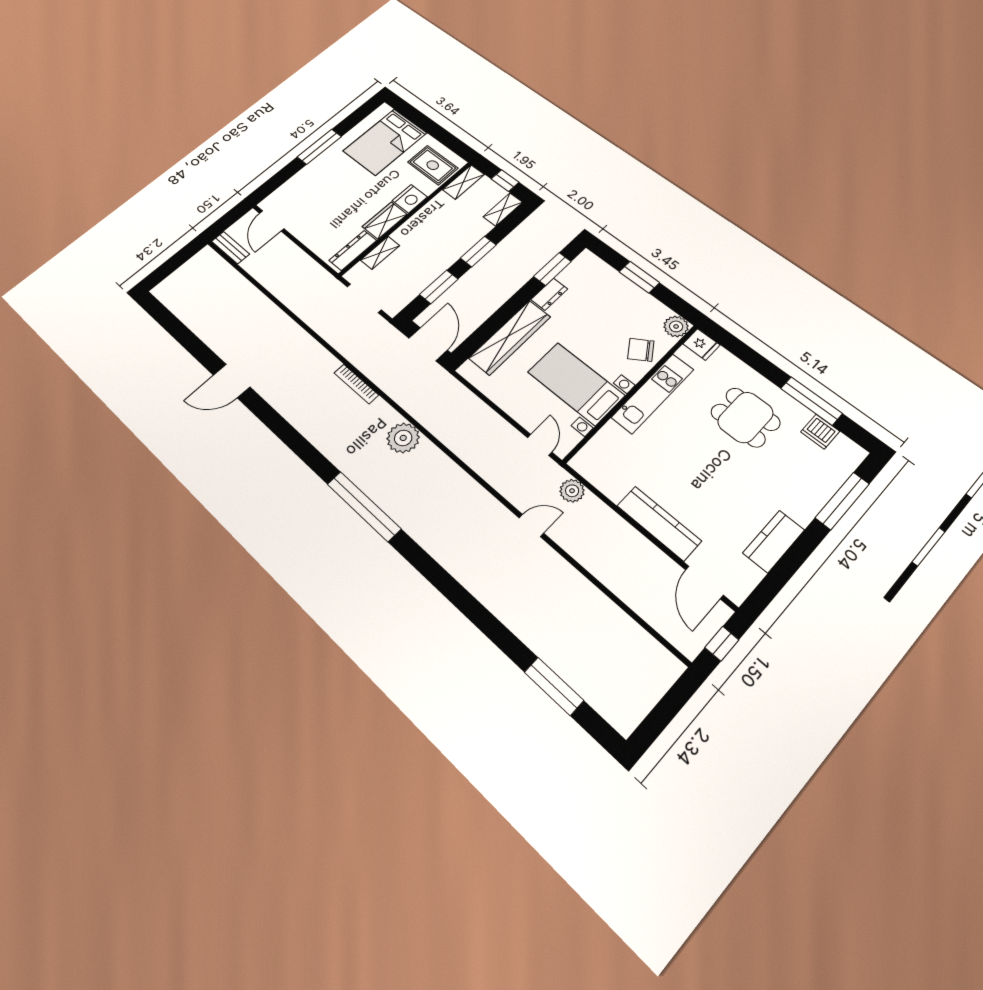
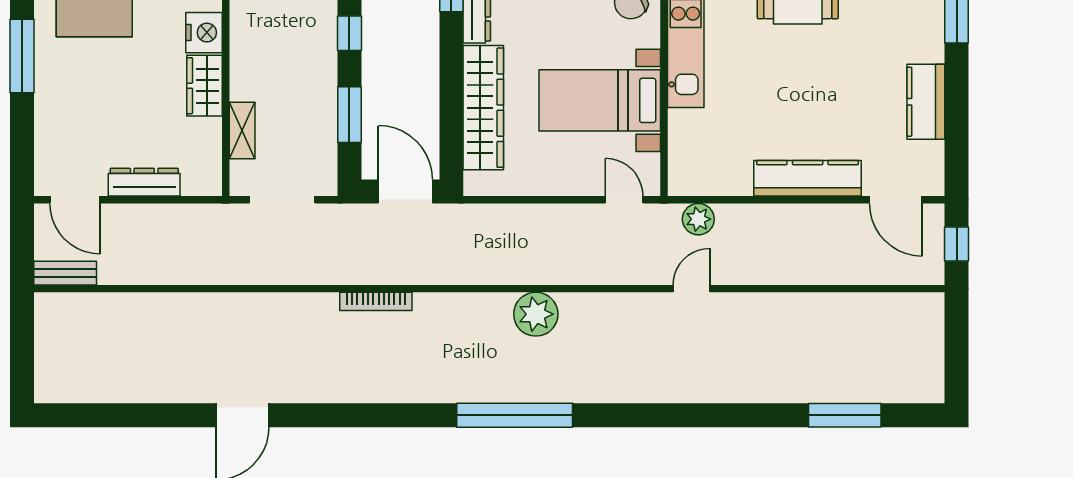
dresser: (353, 250) -> (144, 182), moved, turned 90
window: (478, 251) -> (349, 33), width x0.67
plant: (403, 438) -> (536, 314), moved

